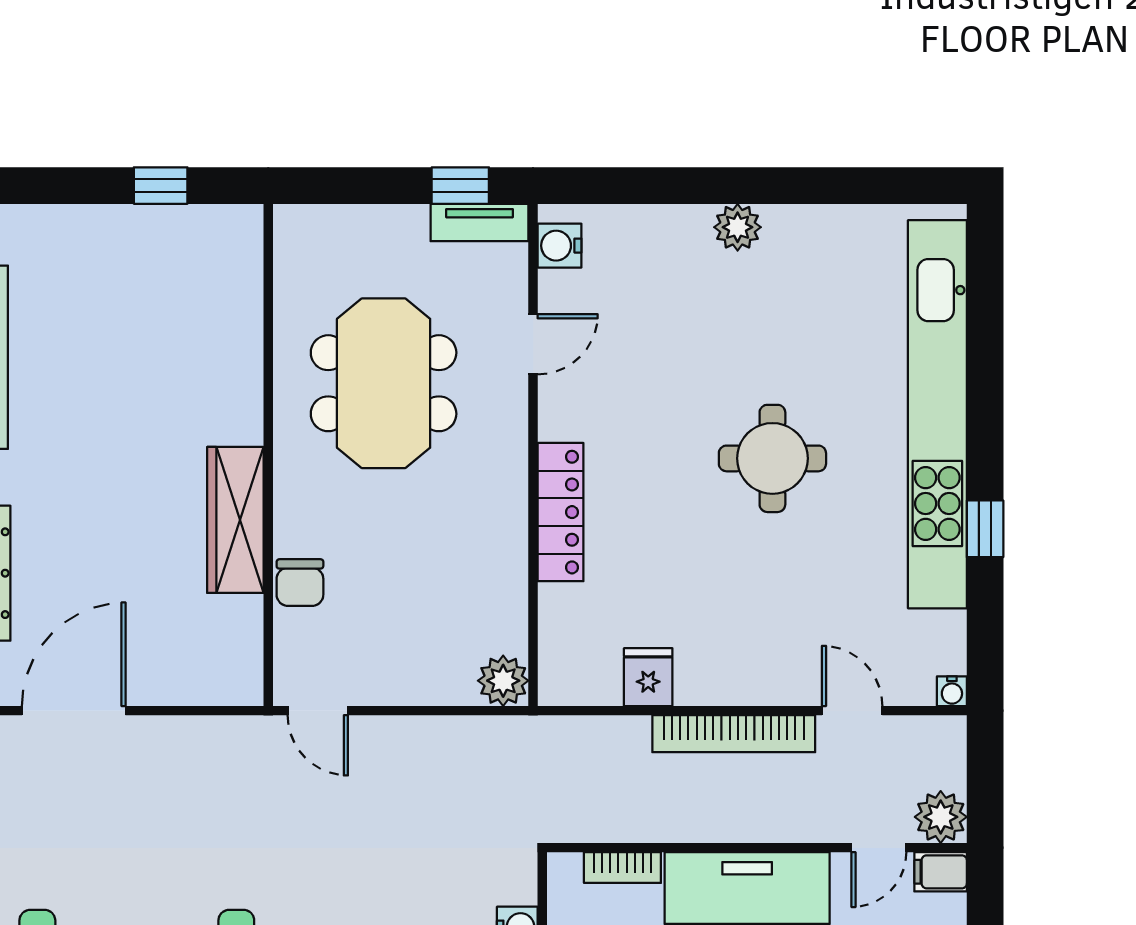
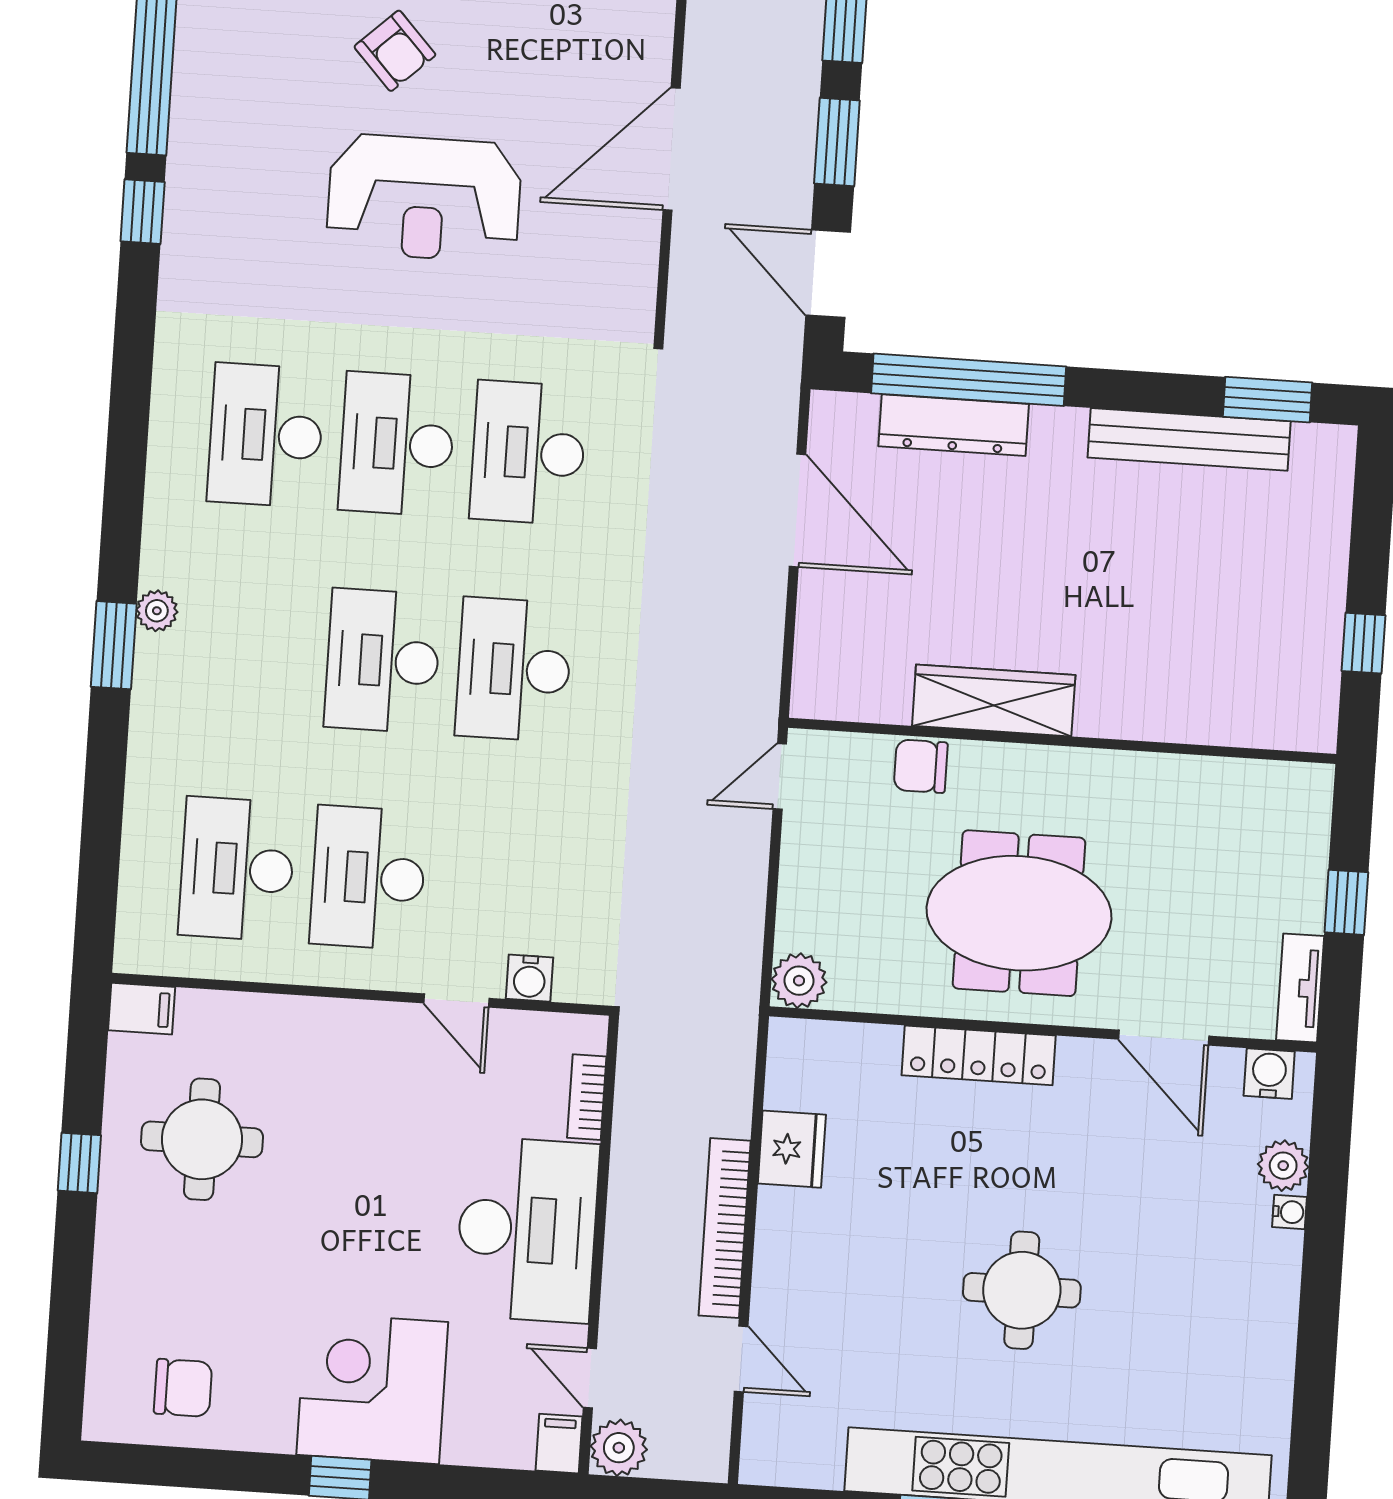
window: (460, 186) -> (1346, 902), moved
plant: (738, 227) -> (1283, 1166), moved
door: (533, 344) -> (1164, 1038), width x1.38
meeting table: (384, 383) -> (1019, 913), moved
fridge: (648, 677) -> (792, 1149), width x1.38
water cooler: (952, 691) -> (1289, 1212), moved, turned 180
door: (852, 711) -> (741, 1359), hinge flipped

